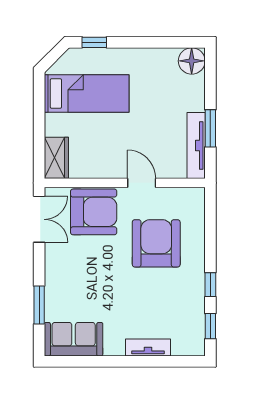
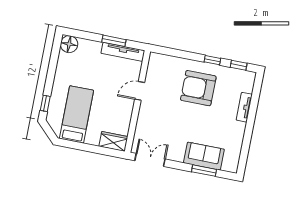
armchair: (94, 212) -> (152, 125), removed
armchair: (156, 243) -> (198, 88), moved
sofa: (74, 339) -> (204, 156), moved, turned 90

